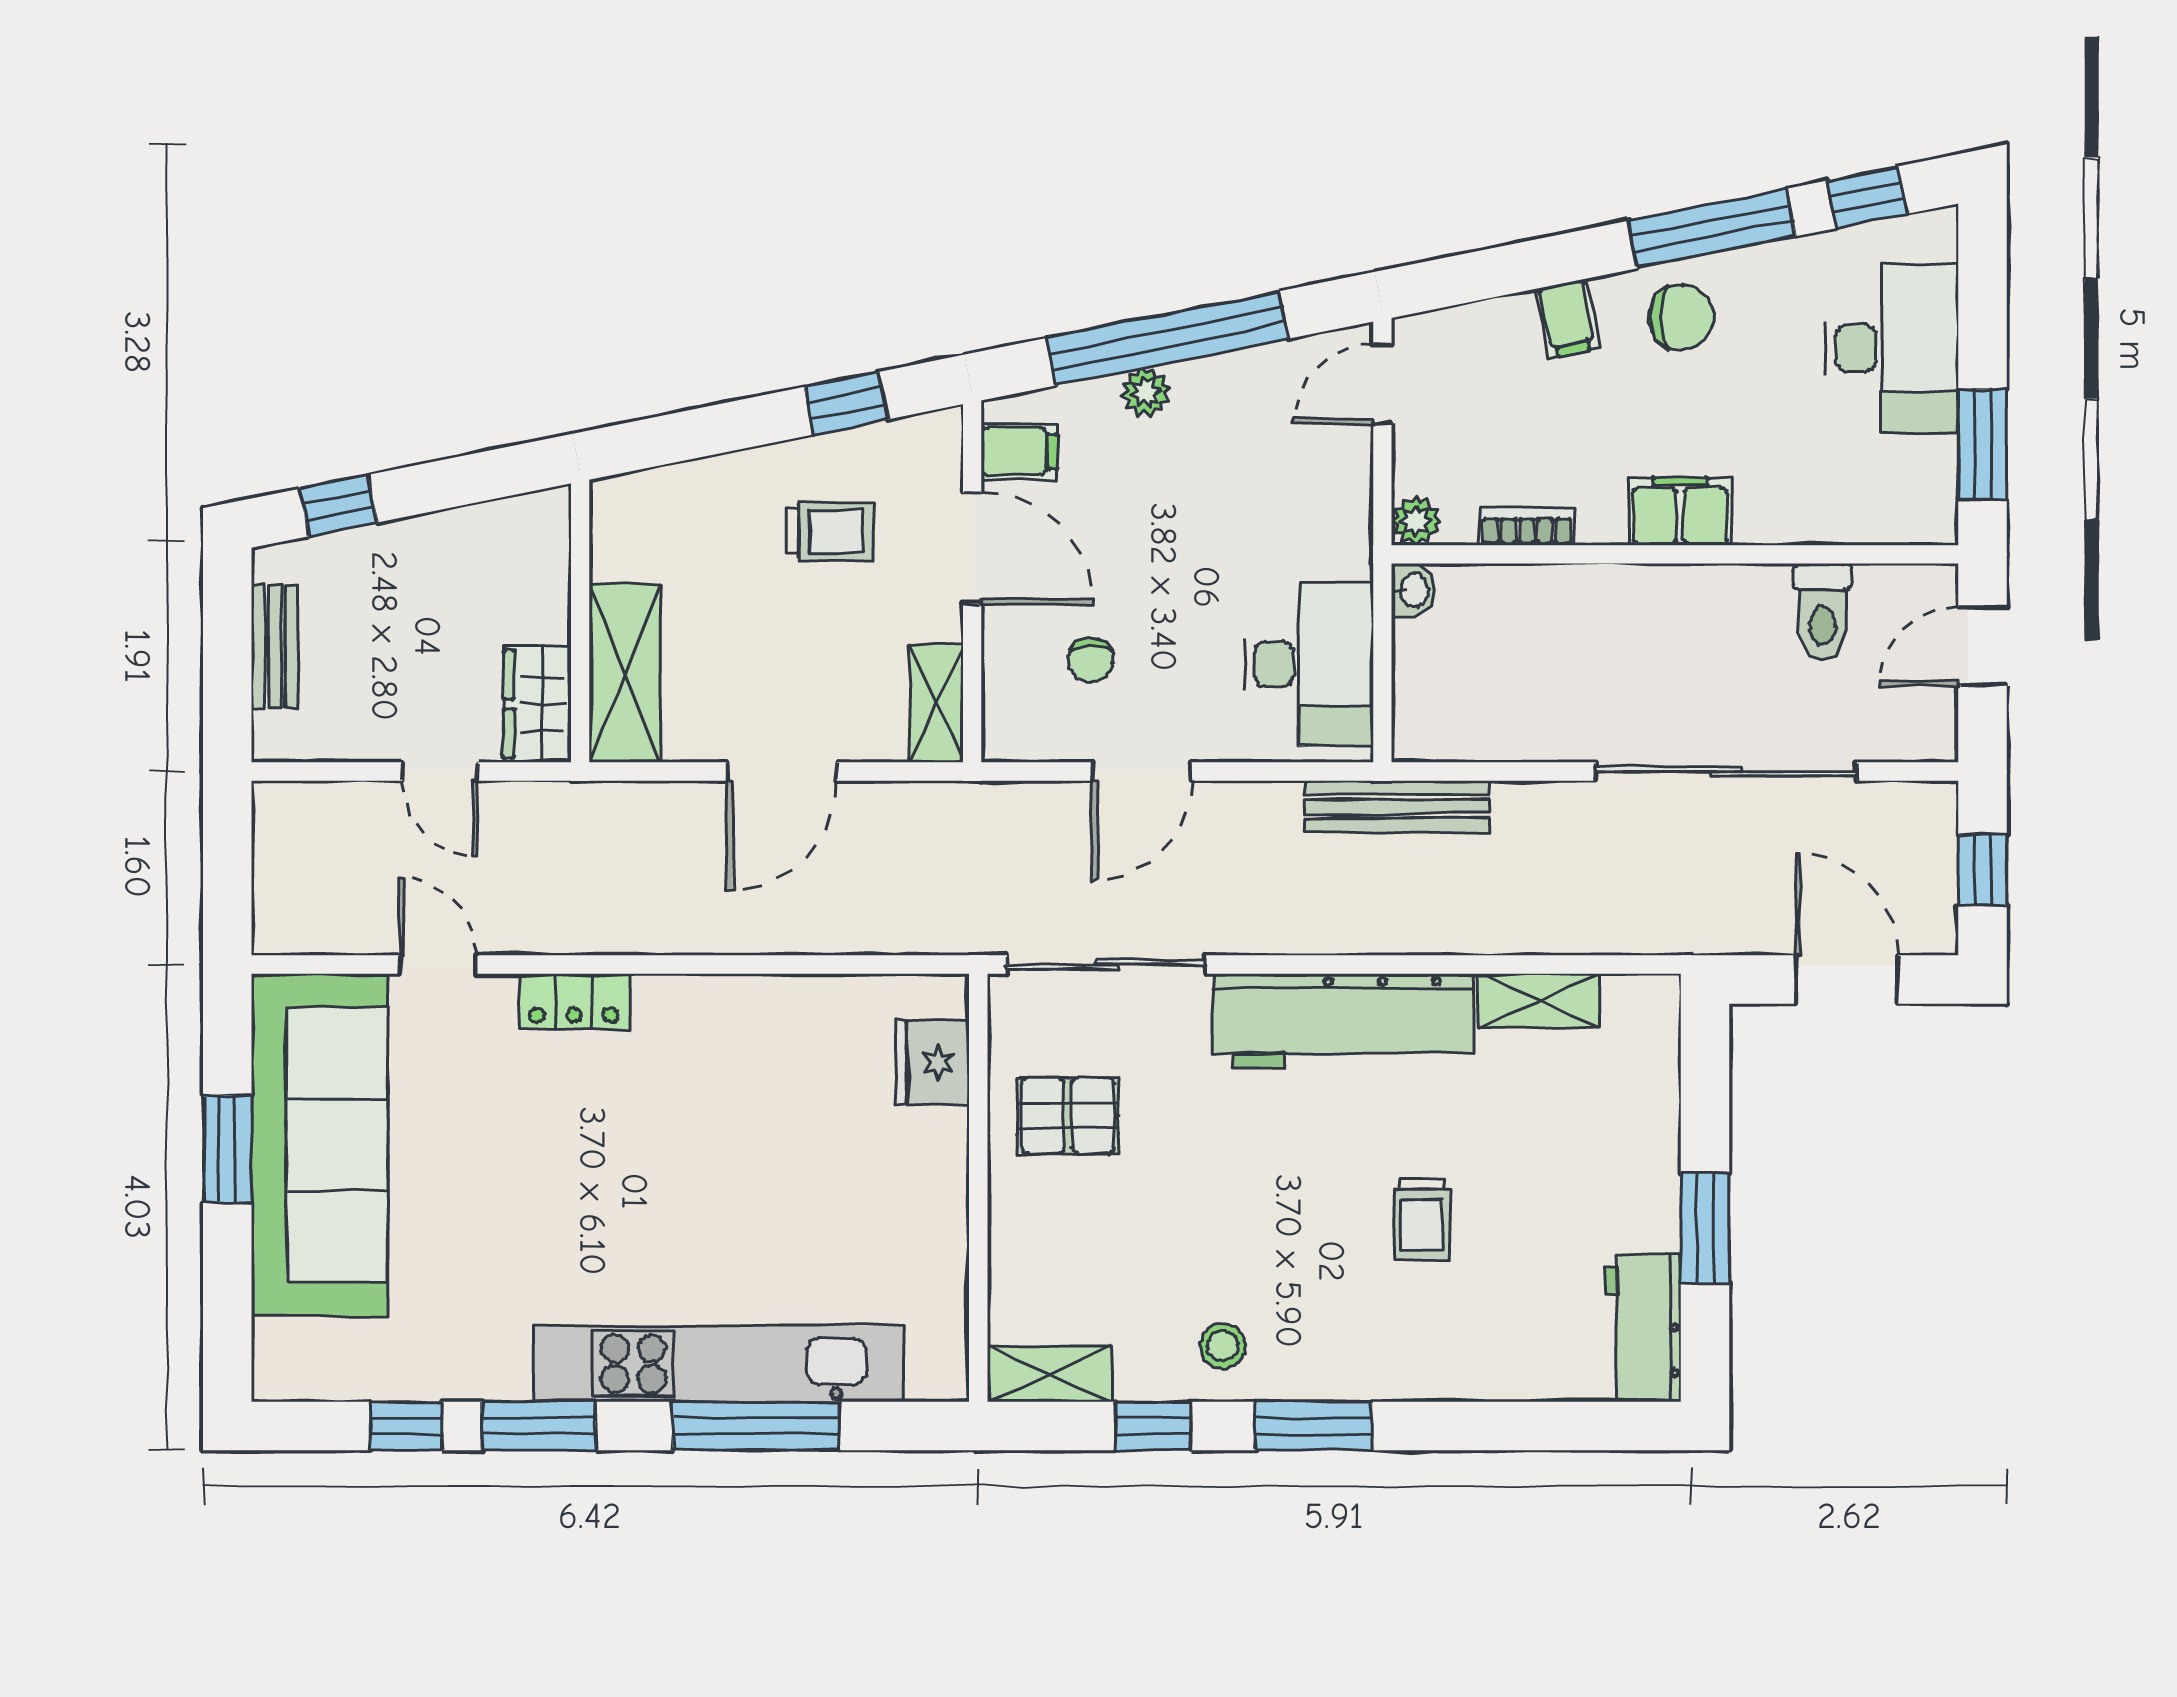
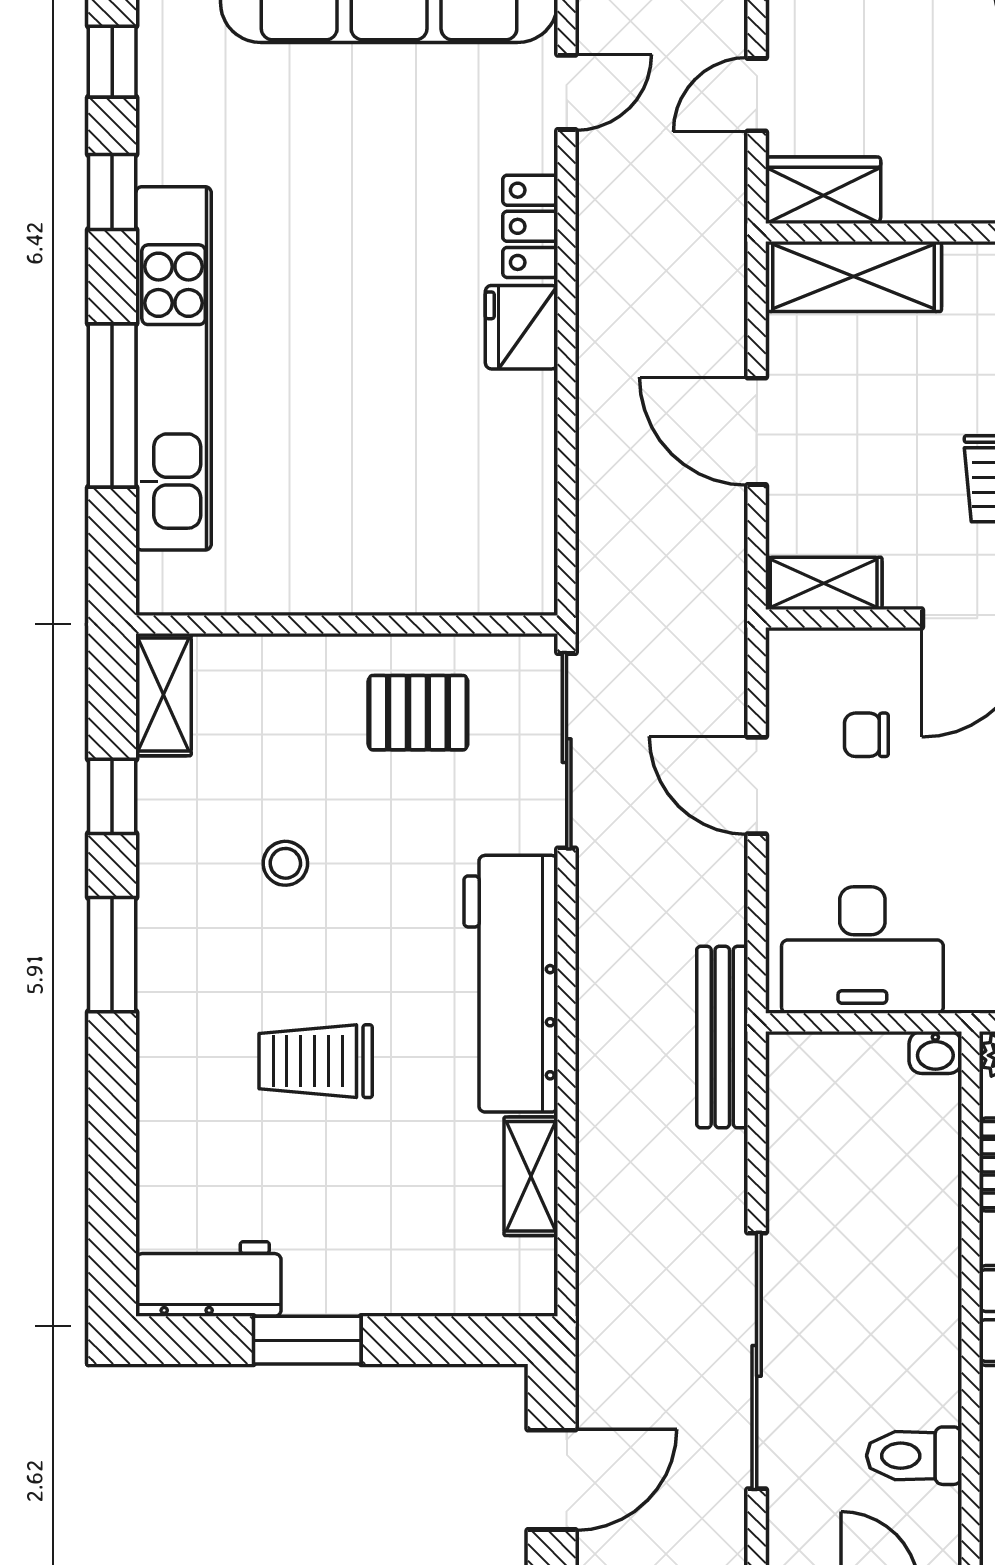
fridge: (933, 1062) -> (522, 327), moved, turned -90
pallet: (1068, 1115) -> (418, 713), turned 90
trolley: (1422, 1219) -> (316, 1061), width x1.36, depth x1.39
stool: (1222, 1346) -> (285, 863), moved
window: (539, 1426) -> (112, 192), width x0.67

